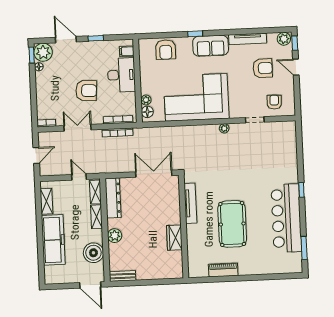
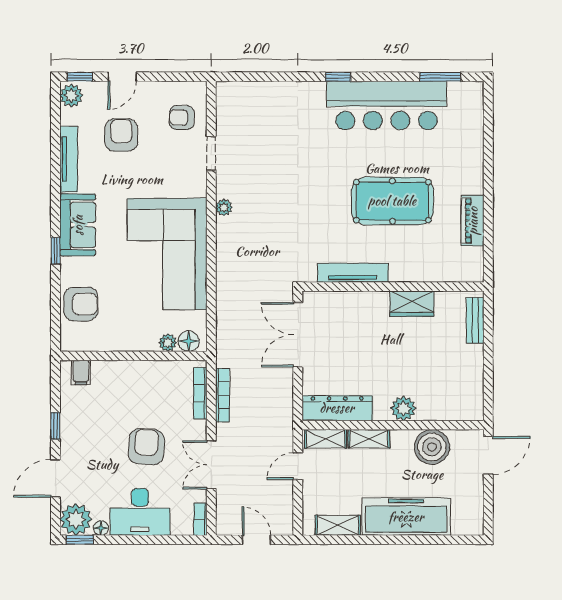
desk: (121, 75) -> (140, 512), moved, turned 180
bench: (122, 276) -> (475, 320), moved

